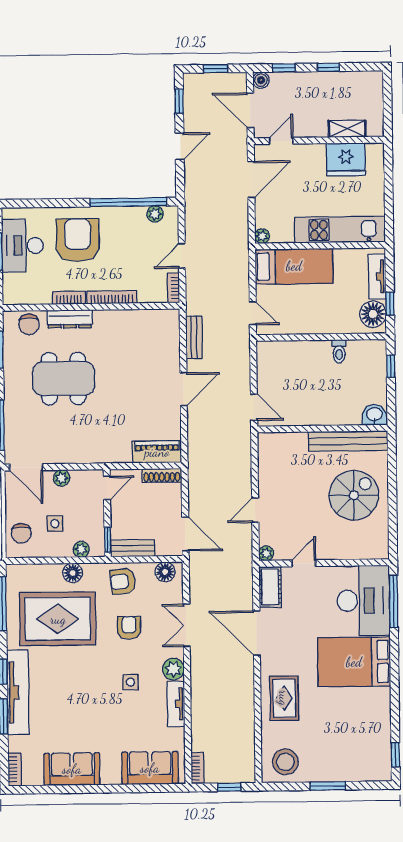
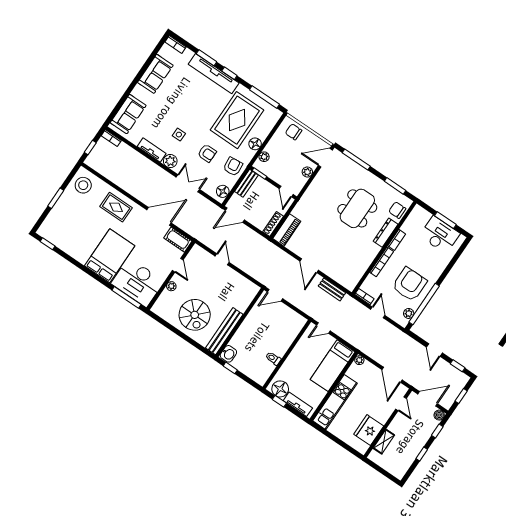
armchair: (78, 240) -> (409, 284), moved, turned -90
window: (391, 366) -> (230, 368), moved
side table: (55, 523) -> (287, 152), removed
plant: (266, 553) -> (171, 286), moved

